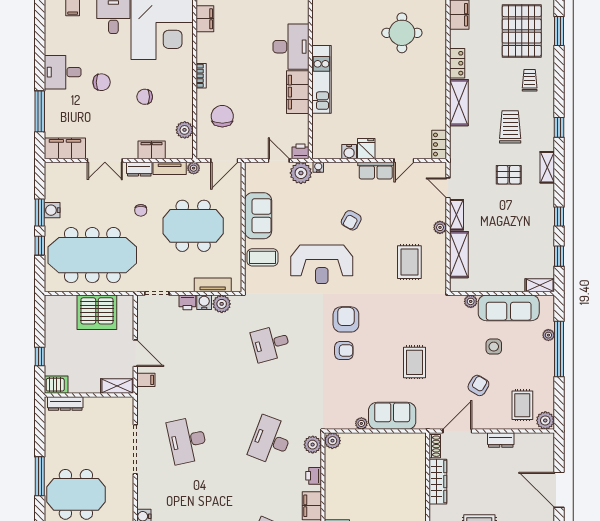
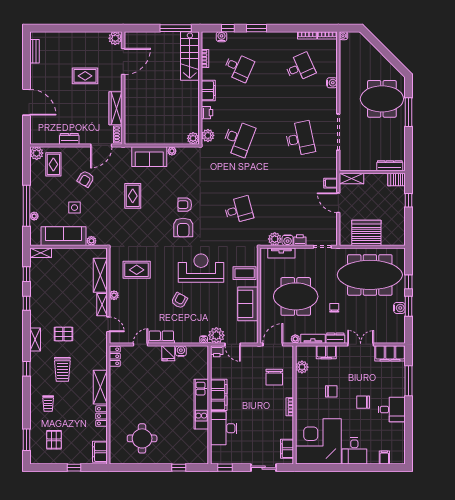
pallet: (522, 31) -> (54, 440), width x0.49, depth x0.50
rug: (409, 262) -> (137, 270), turned 90

